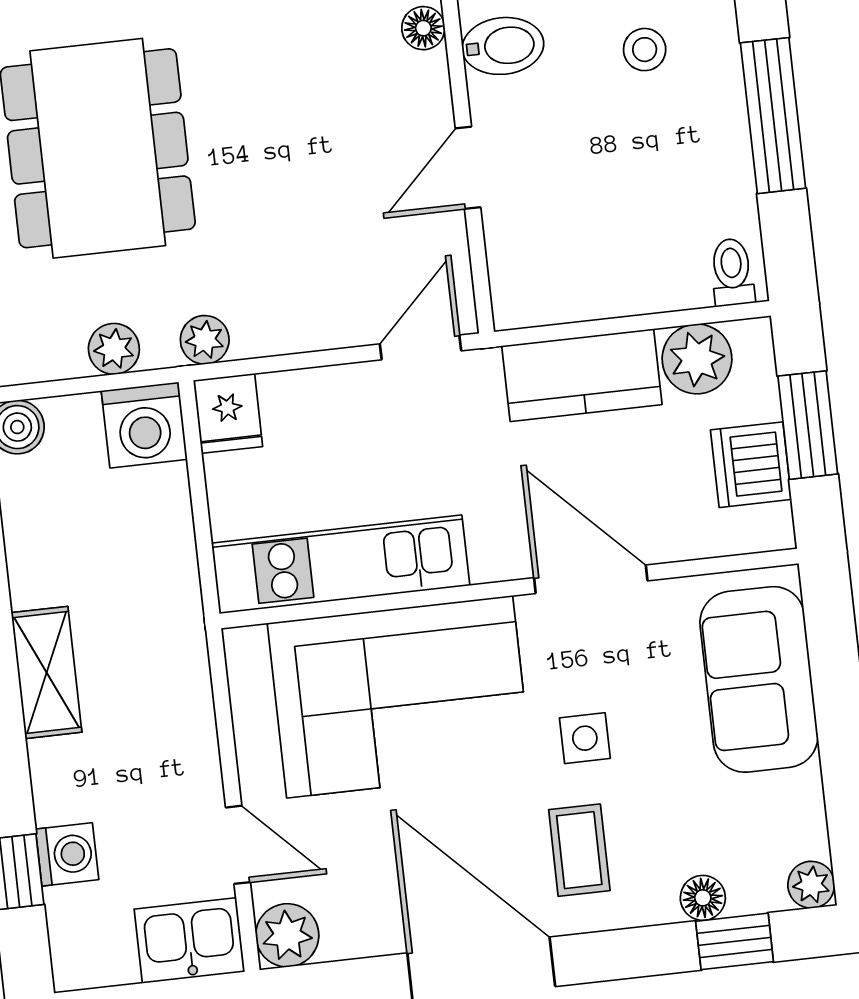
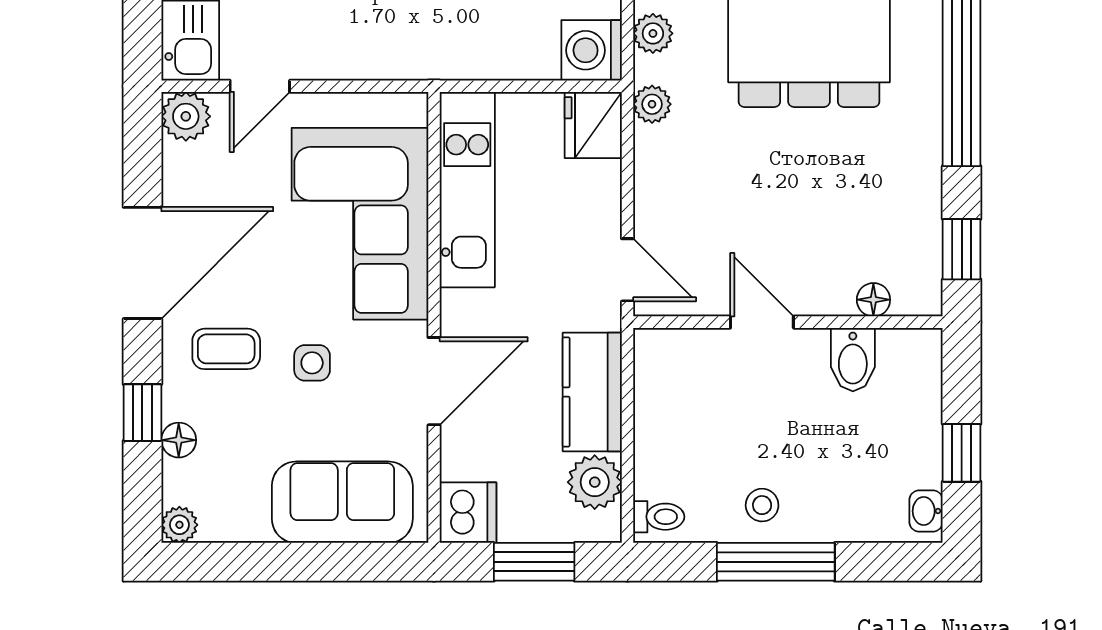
stool: (645, 50) -> (762, 505), moved
fridge: (228, 413) -> (593, 125), width x1.38
dishwasher: (751, 465) -> (468, 513), moved, turned 90
window: (735, 941) -> (142, 413), moved

